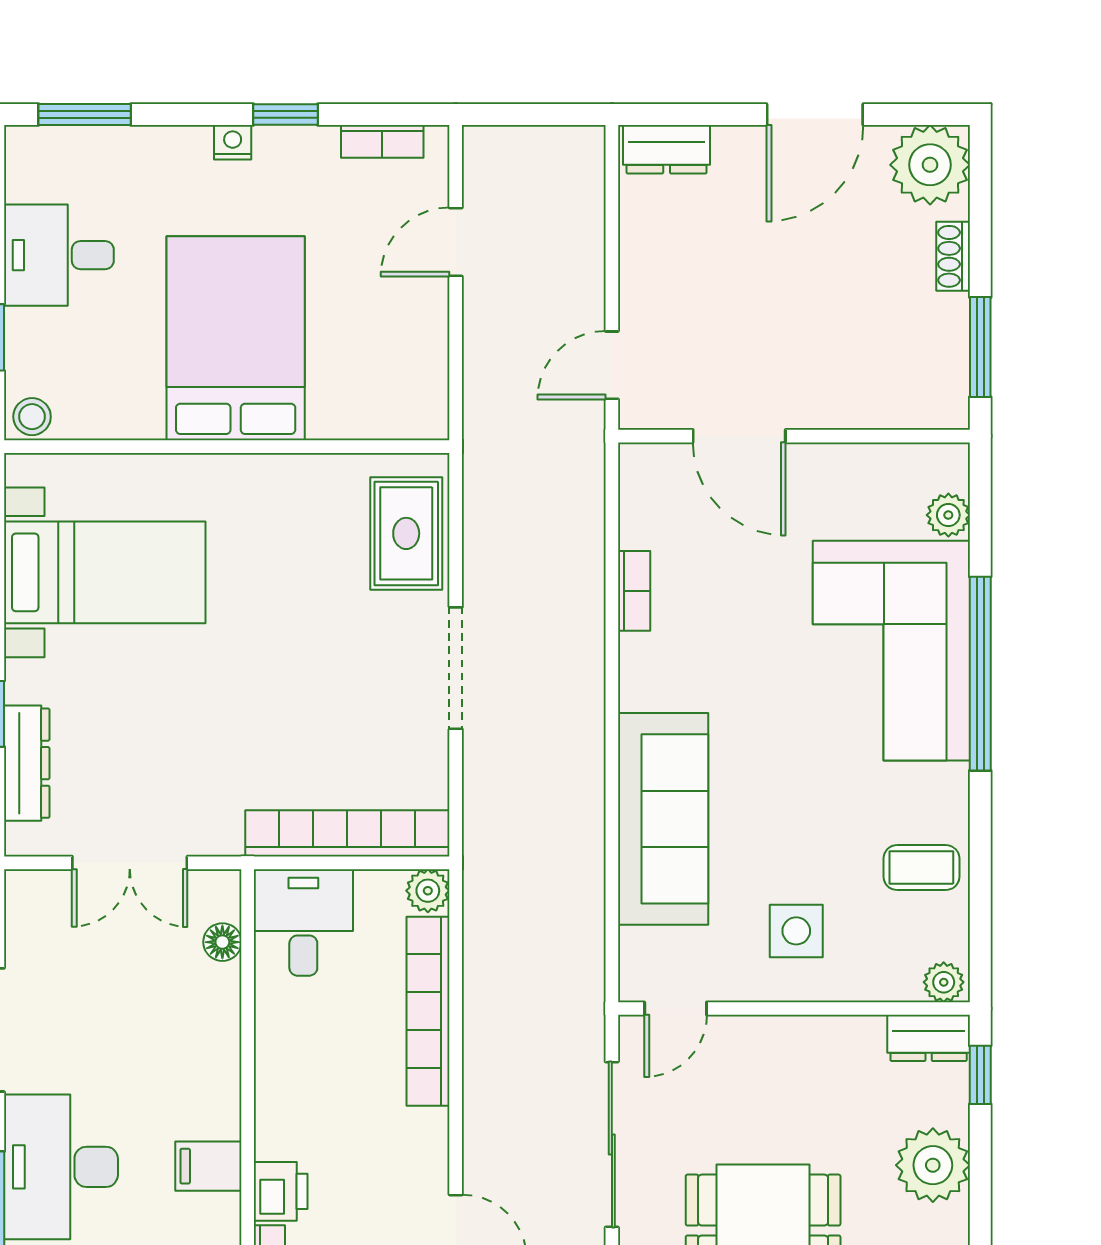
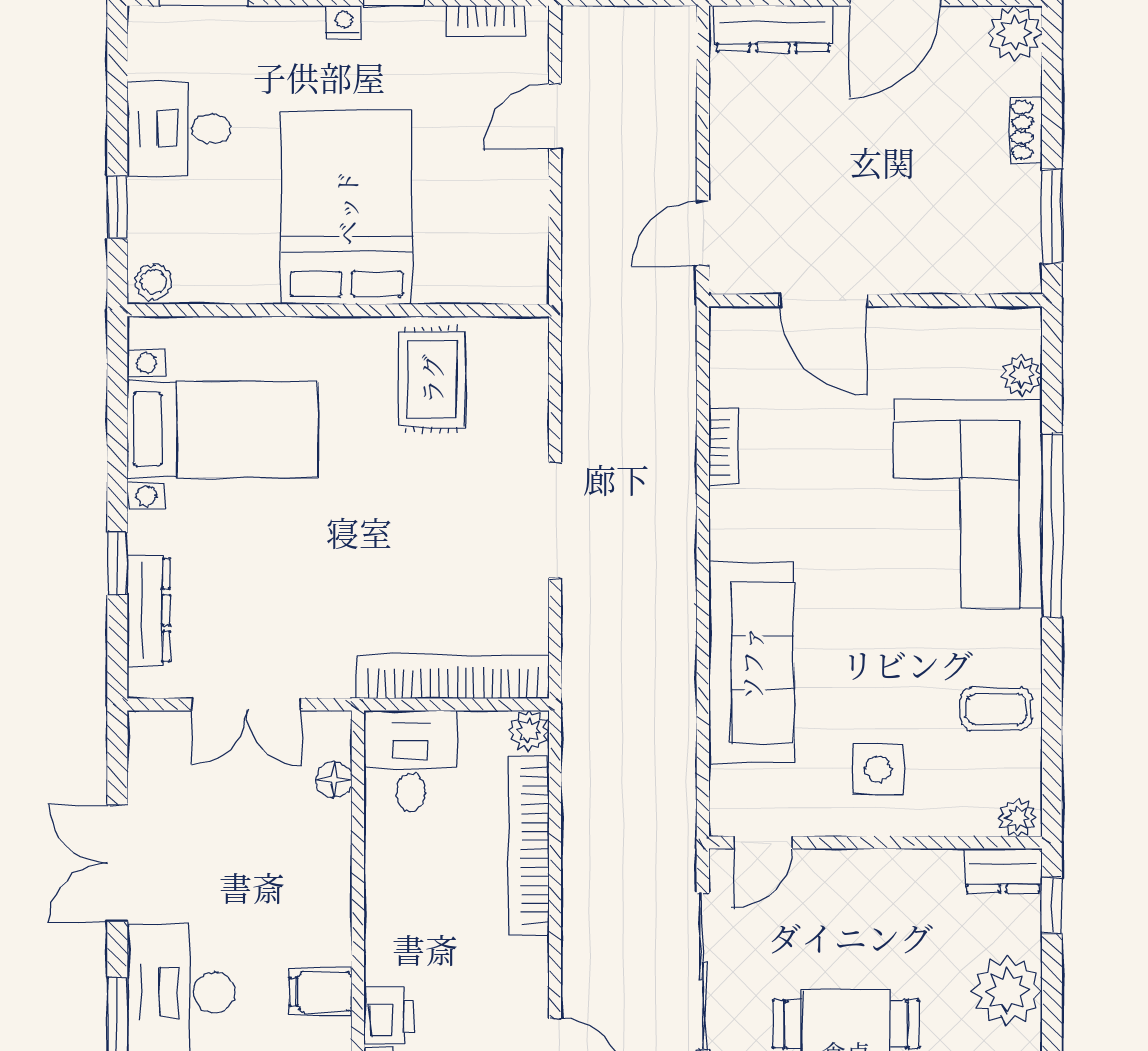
dresser: (667, 149) -> (773, 29), width x1.44
plant: (930, 165) -> (1014, 33), width x0.73, depth x0.73
rug: (406, 533) -> (432, 379), moved

